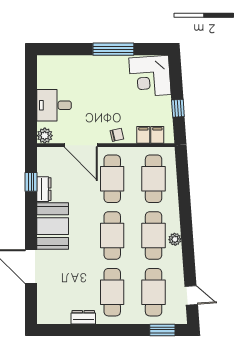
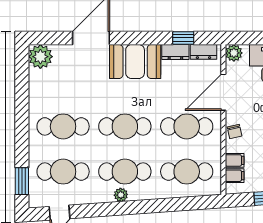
plant: (48, 313) -> (40, 57), added
dresser: (83, 317) -> (203, 52), moved, turned 90

